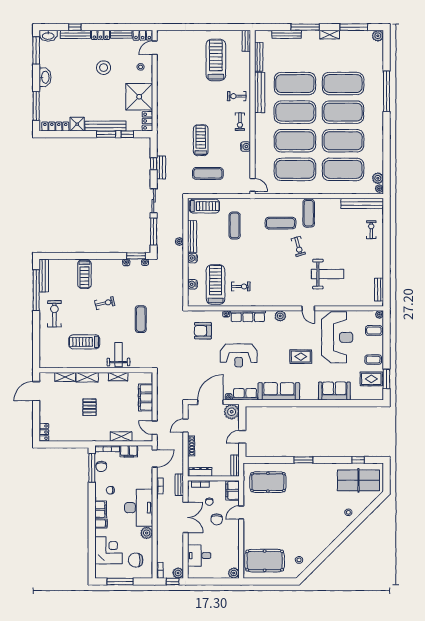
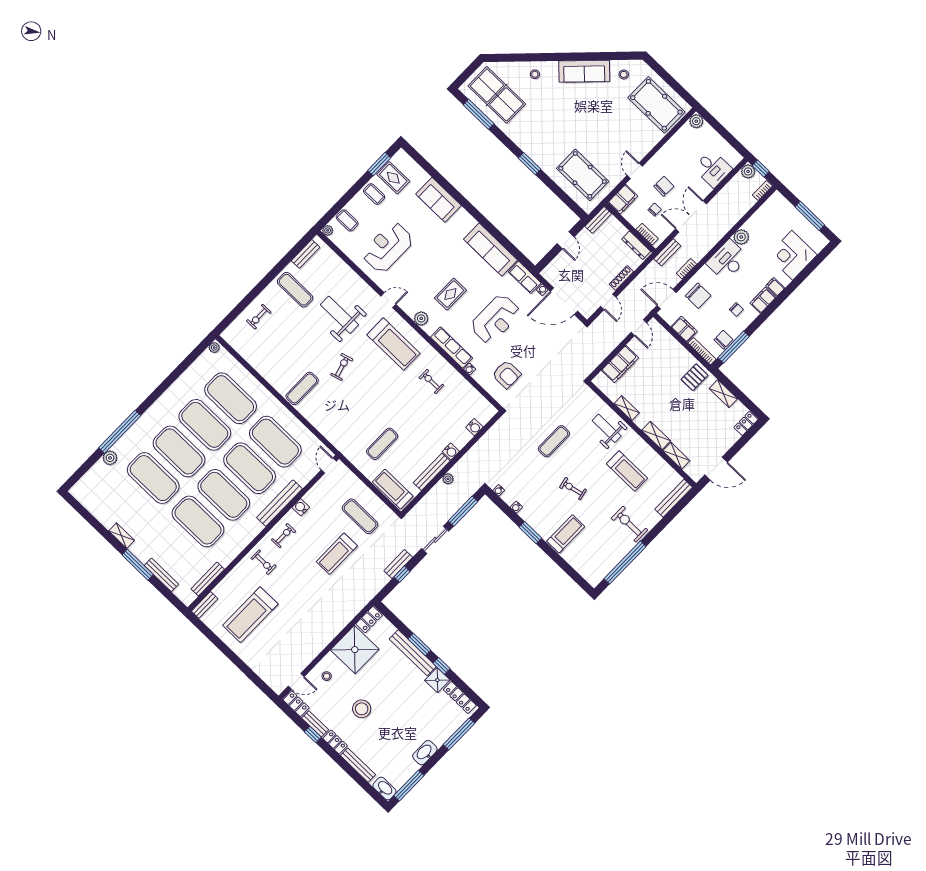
window: (75, 27) -> (313, 735), moved
window: (354, 27) -> (92, 521), removed
plant: (378, 36) -> (110, 458), moved
bench: (260, 92) -> (279, 503), moved
window: (127, 134) -> (441, 666), moved
plant: (378, 178) -> (206, 359), removed
bench: (362, 203) -> (244, 349), removed
exercise mat: (281, 223) -> (295, 290), moved
window: (136, 256) -> (530, 533), moved
bench: (44, 276) -> (674, 498), moved
treadmill: (216, 285) -> (393, 344), moved, turned -90
door: (308, 308) -> (388, 300), hinge flipped
exercise bike: (54, 314) -> (629, 524), turned 90
reception desk: (337, 337) -> (388, 247), width x0.74, depth x0.77
weight bench: (118, 355) -> (607, 428), turned 90
reception desk: (239, 355) -> (496, 319), turned 90
rug: (301, 357) -> (450, 294), moved, turned 90
pallet: (90, 407) -> (694, 377), moved
plant: (232, 412) -> (553, 273), removed
door: (186, 426) -> (608, 302), hinge flipped
shelving: (121, 437) -> (723, 394), moved
door: (242, 437) -> (566, 240), hinge flipped
window: (358, 460) -> (479, 114), width x2.17
desk: (139, 508) -> (727, 260), width x0.73, depth x0.77
door: (241, 512) -> (635, 171), swing flipped
sofa: (323, 541) -> (584, 71), added
chair: (136, 560) -> (698, 296), moved

